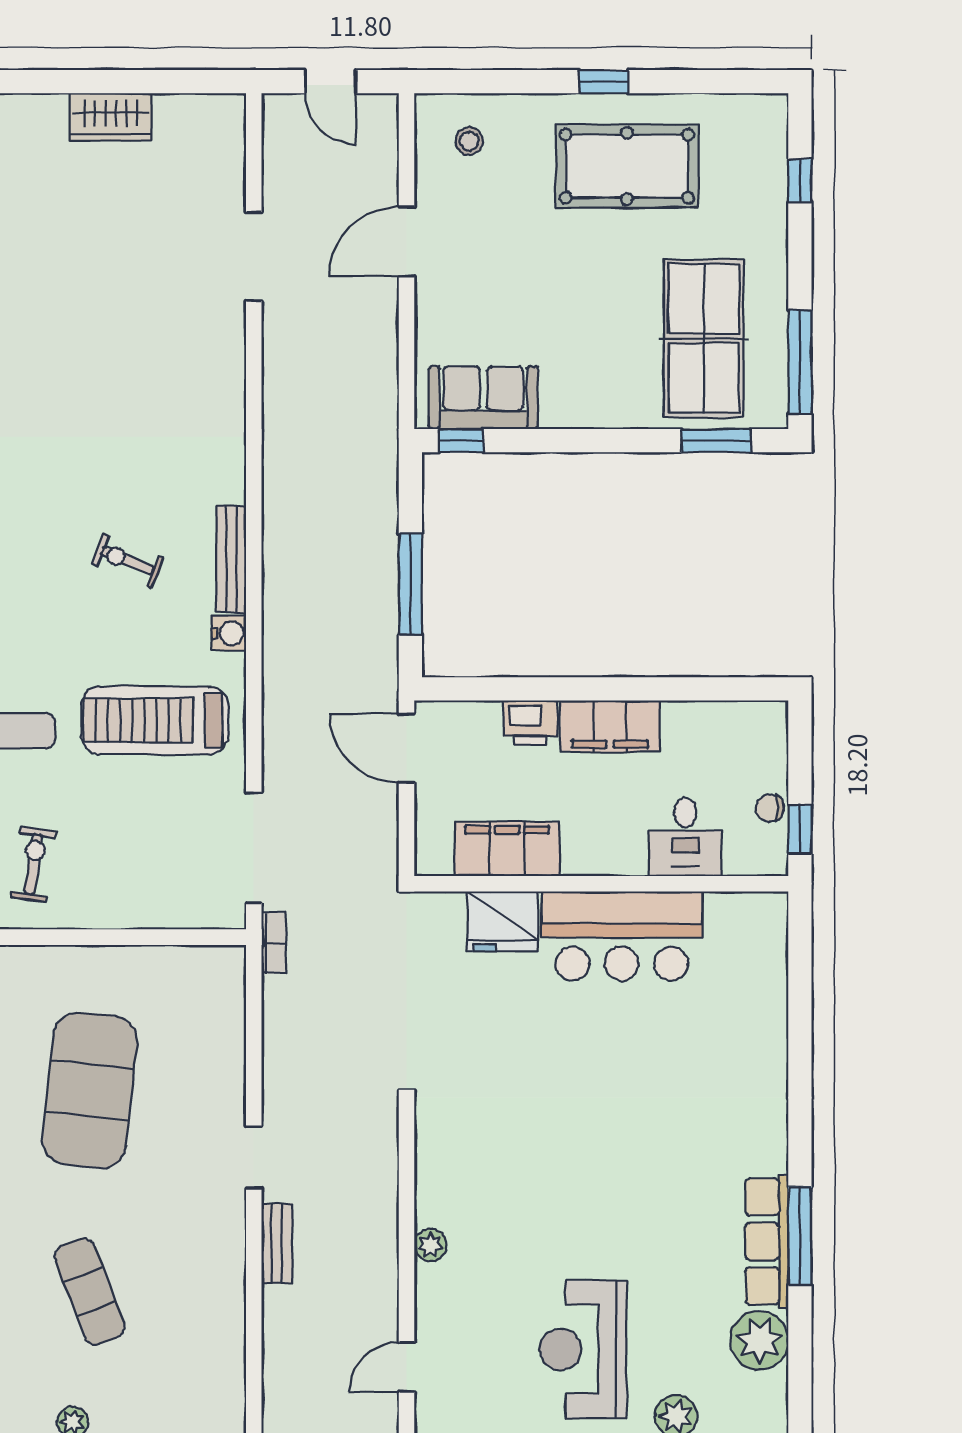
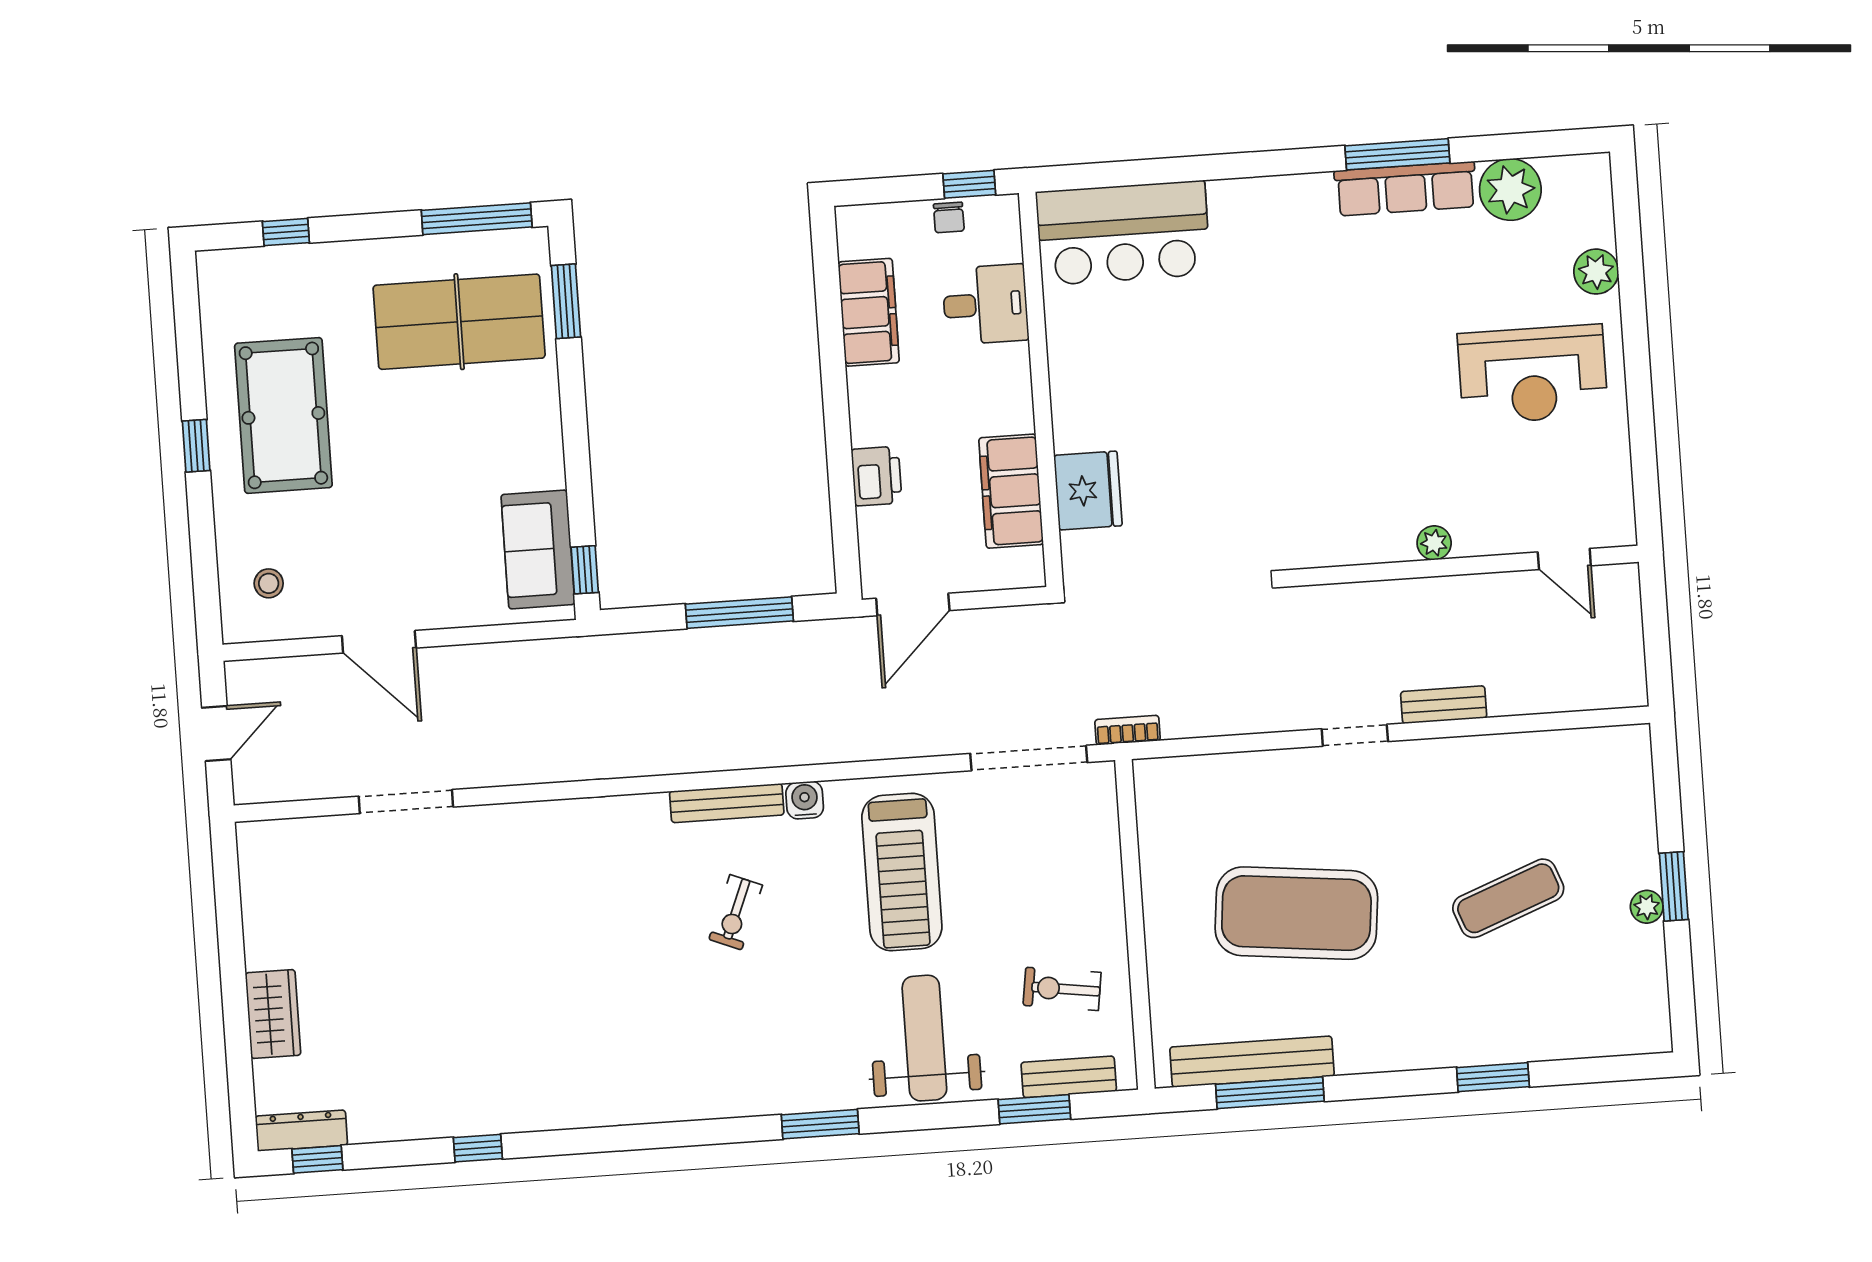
wardrobe: (111, 117) -> (273, 1014), moved
filing cabinet: (610, 726) -> (869, 312), moved
bar counter: (622, 936) -> (1123, 233), moved, turned 90

